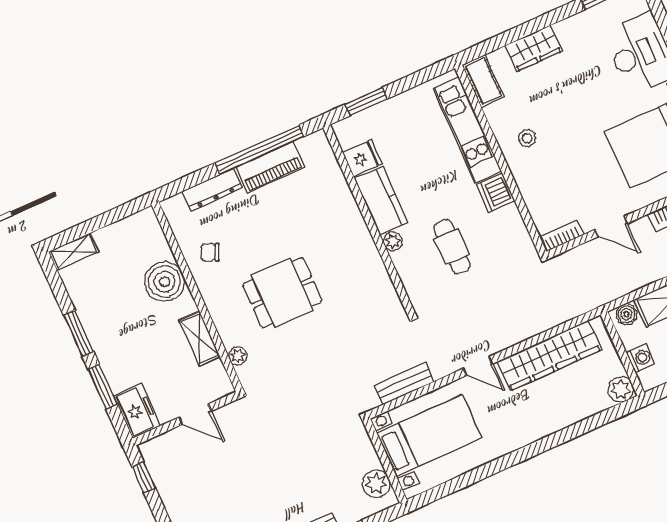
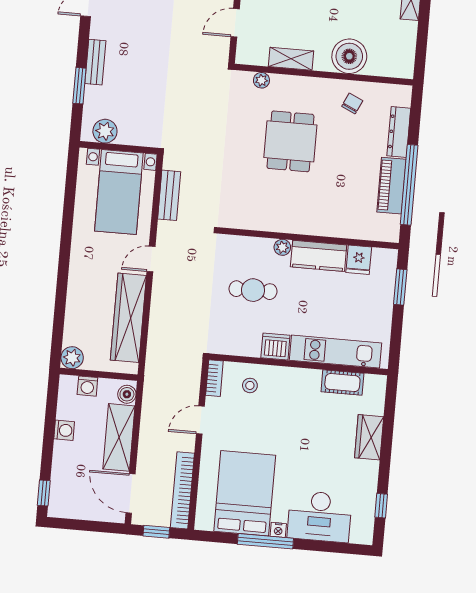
cot: (483, 81) -> (342, 383), moved
stool: (527, 138) -> (250, 385), moved

